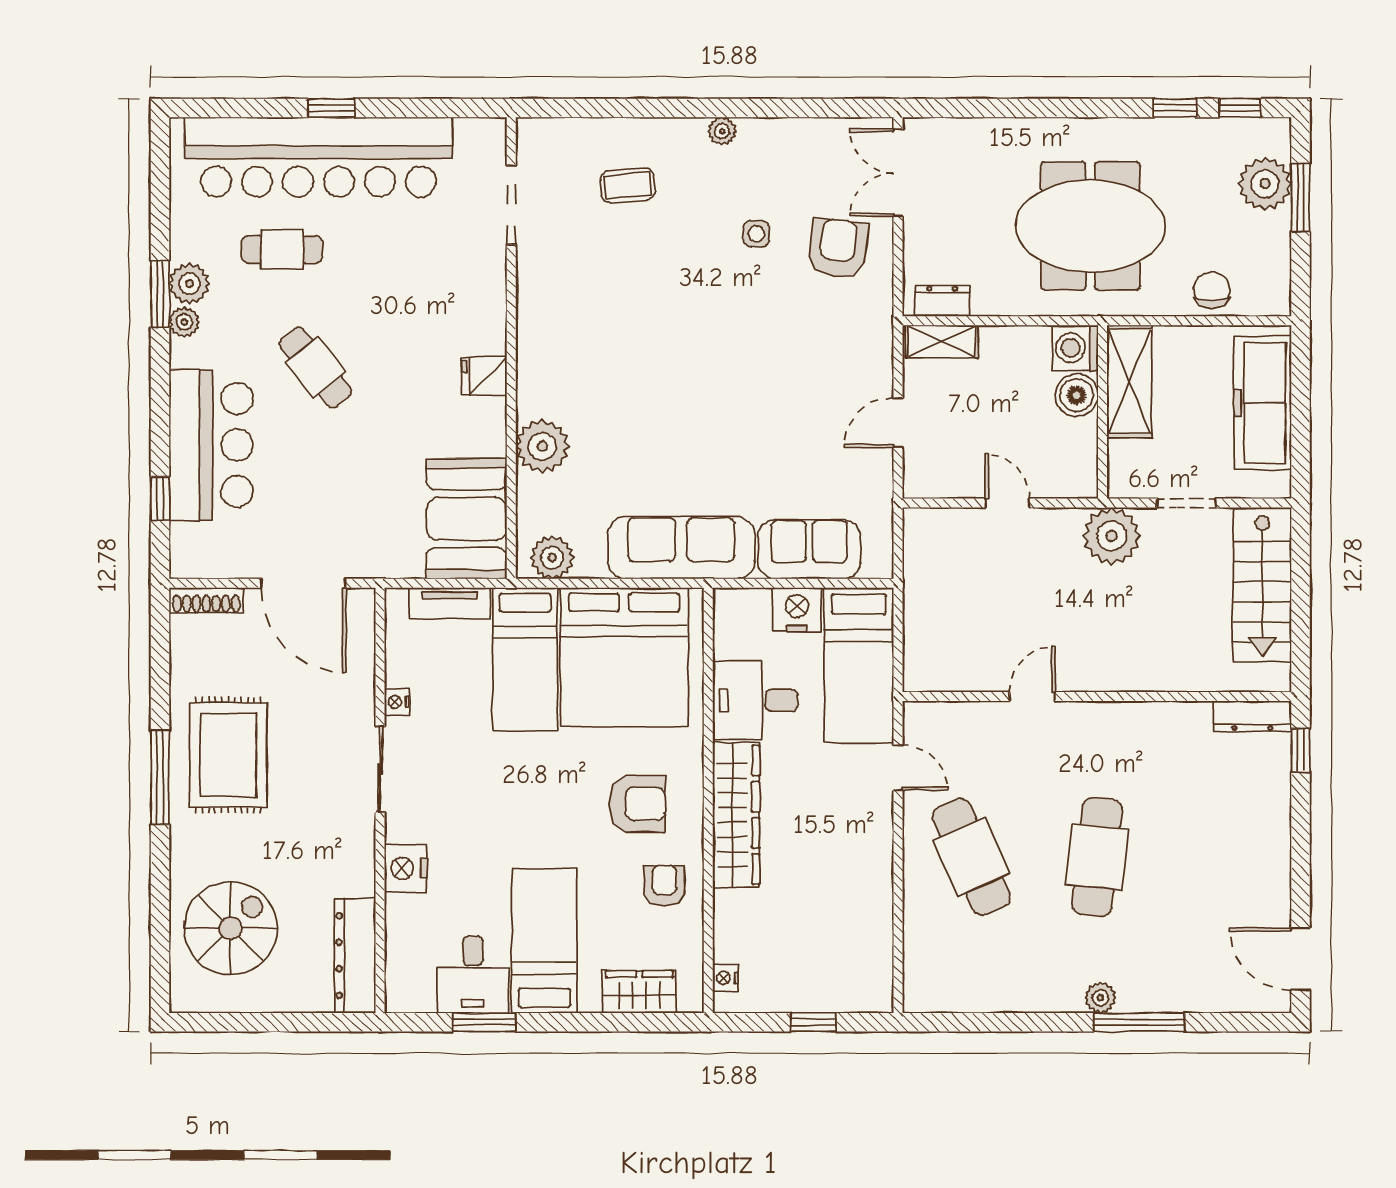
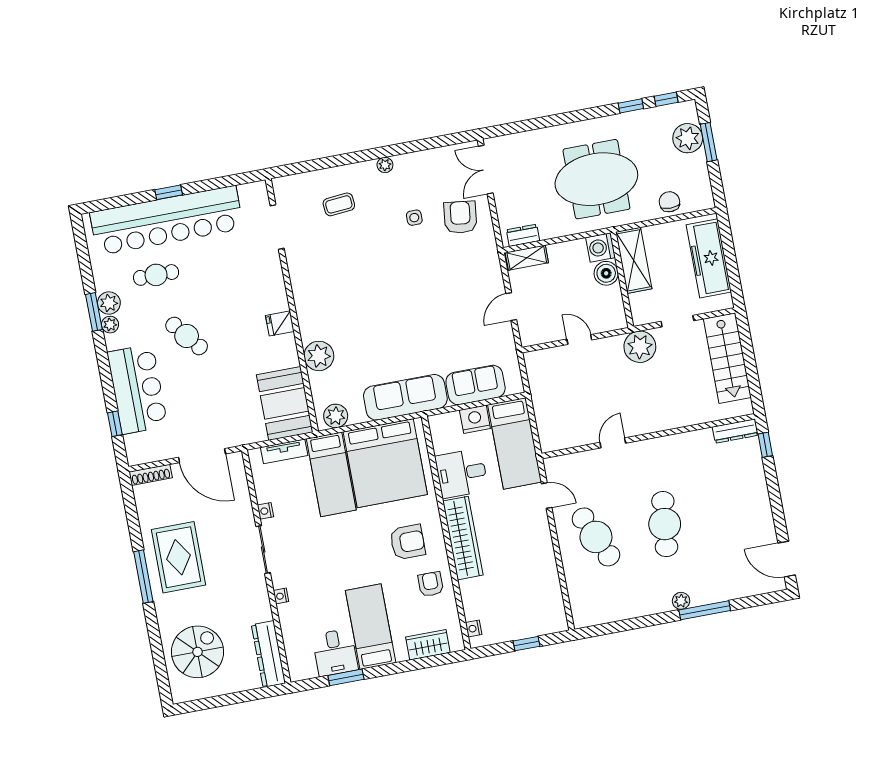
nightstand: (406, 868) -> (281, 596), width x0.53, depth x0.56

